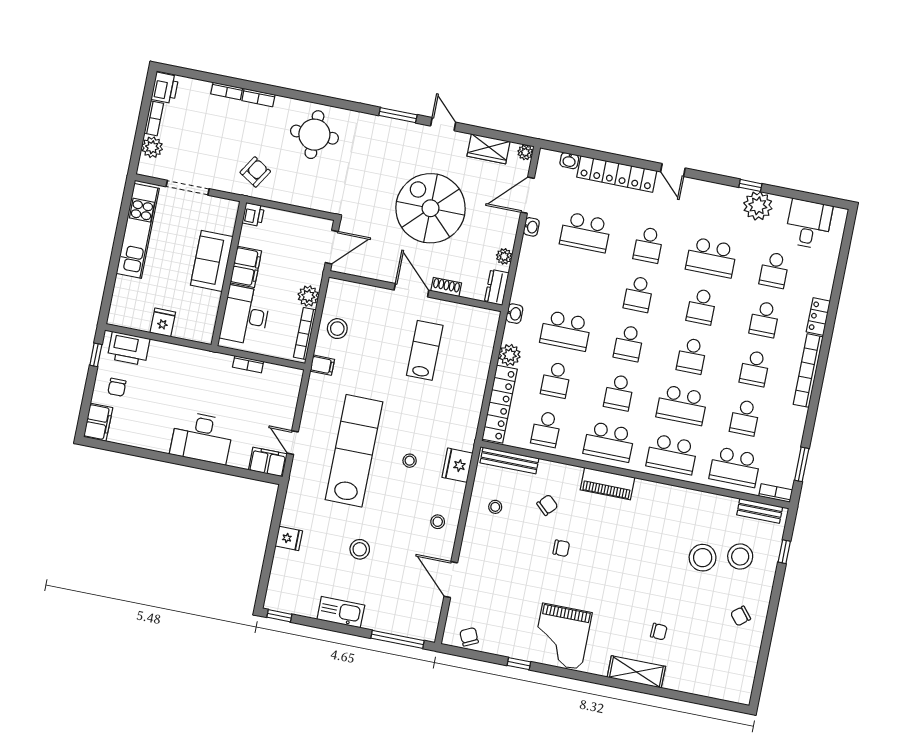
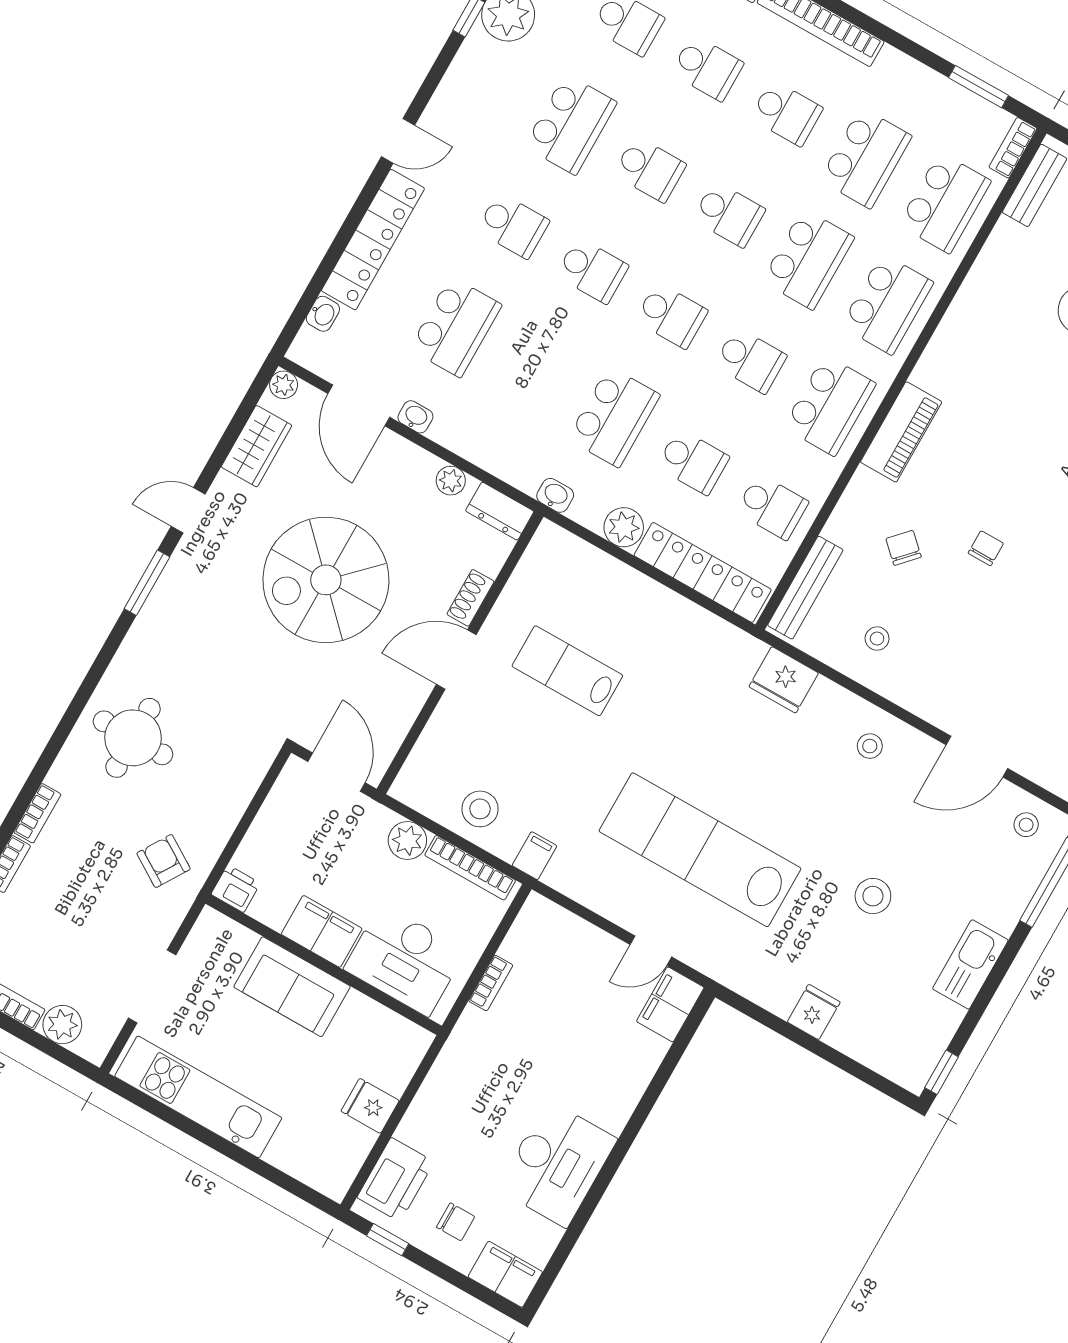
school desk: (745, 418) -> (866, 158), width x1.85
desk: (202, 438) -> (557, 1164), moved
stool: (410, 461) -> (1026, 825), moved

